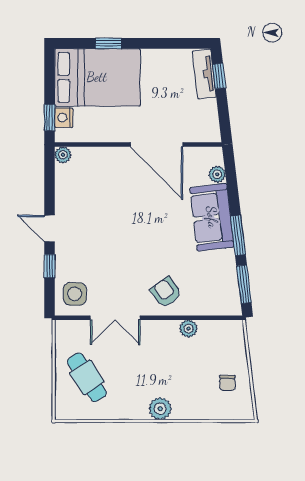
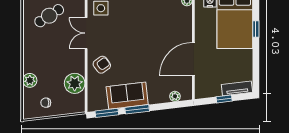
window: (219, 76) -> (224, 99), moved
sofa: (212, 217) -> (127, 96), moved
plant: (188, 329) -> (75, 83), width x1.88, depth x1.88
plant: (160, 409) -> (30, 80), moved

